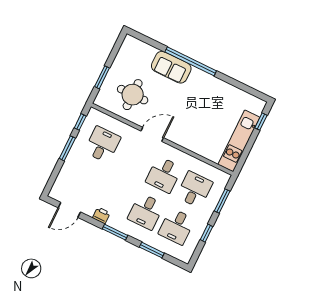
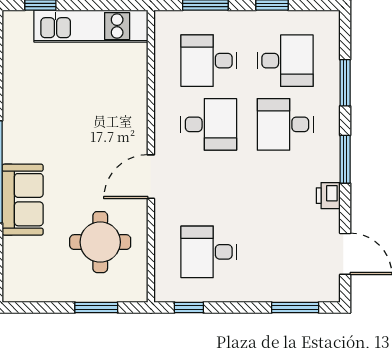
door: (152, 134) -> (151, 177), hinge flipped
window: (67, 148) -> (295, 307), moved
desk: (146, 211) -> (285, 124), turned 180

